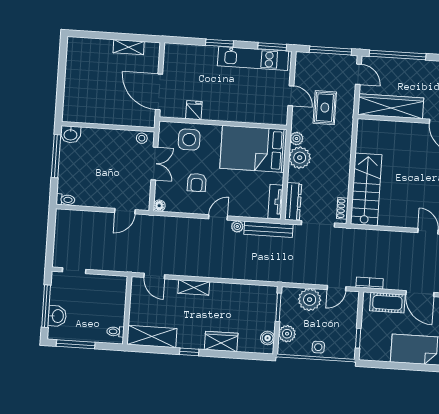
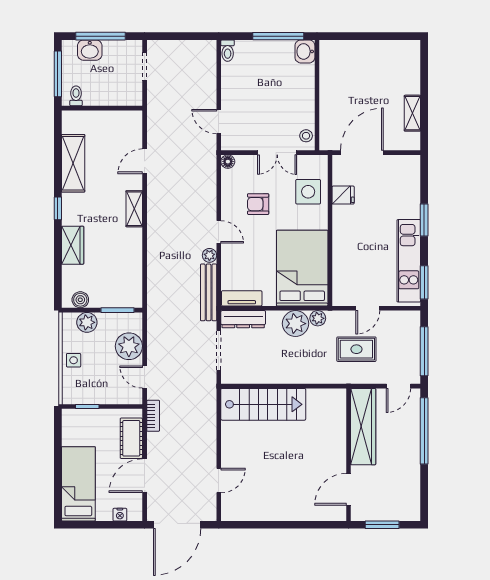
shoe rack: (342, 208) -> (239, 378), removed
wall: (127, 310) -> (102, 108), moved
toilet: (115, 332) -> (76, 96), moved

